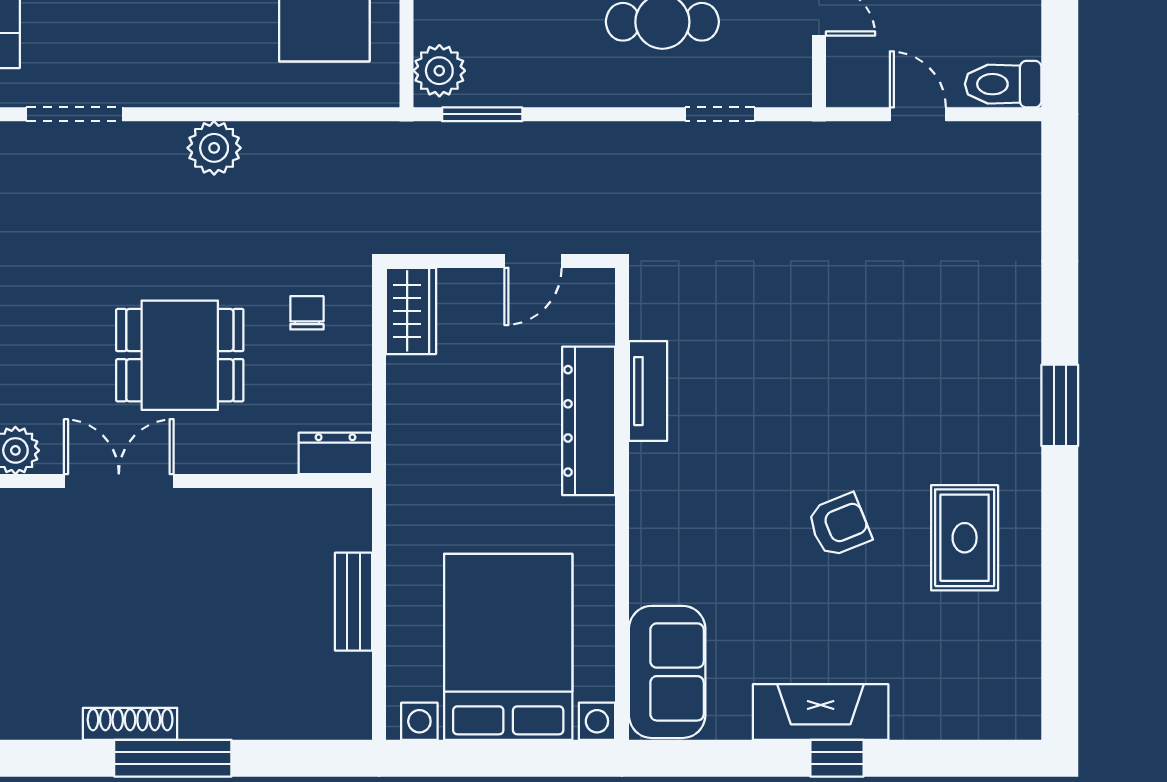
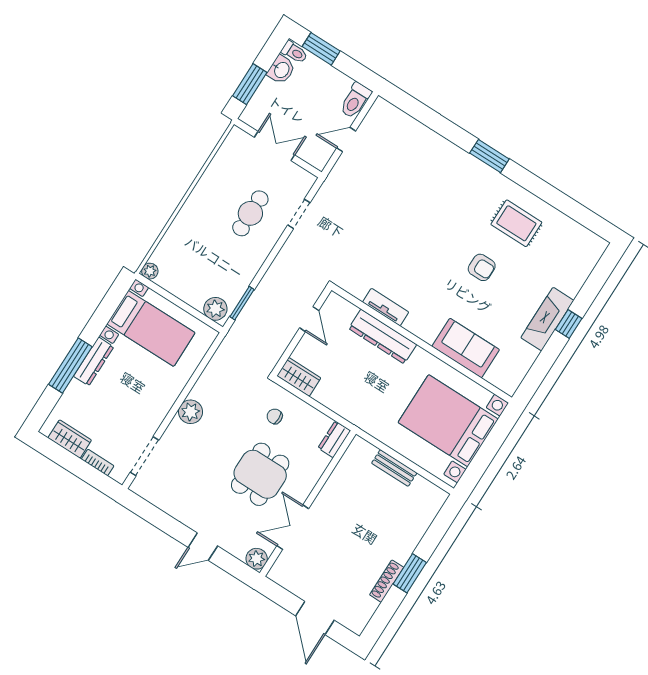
armchair: (839, 525) -> (482, 267), turned 112
sofa: (667, 672) -> (466, 348), moved
window: (173, 758) -> (410, 573), width x0.69

